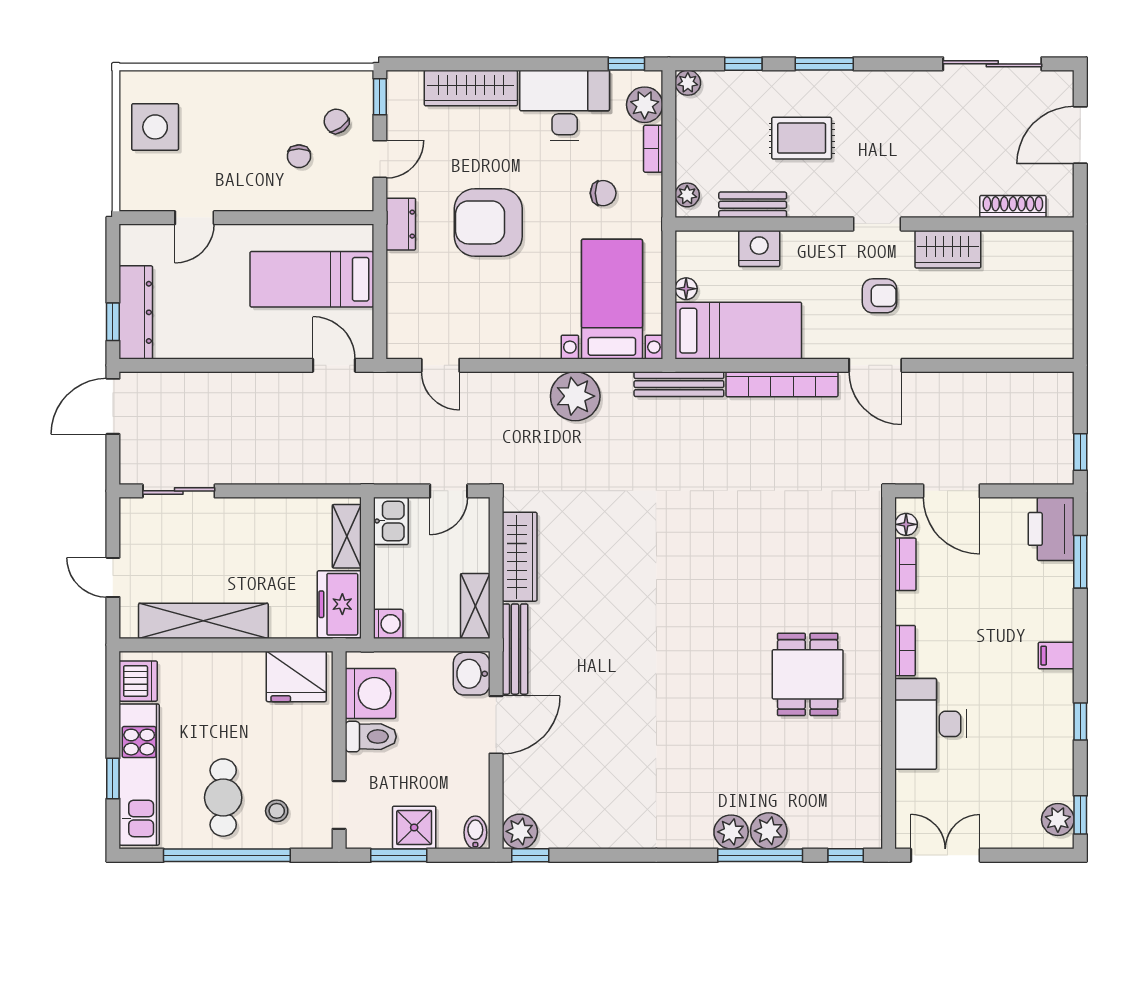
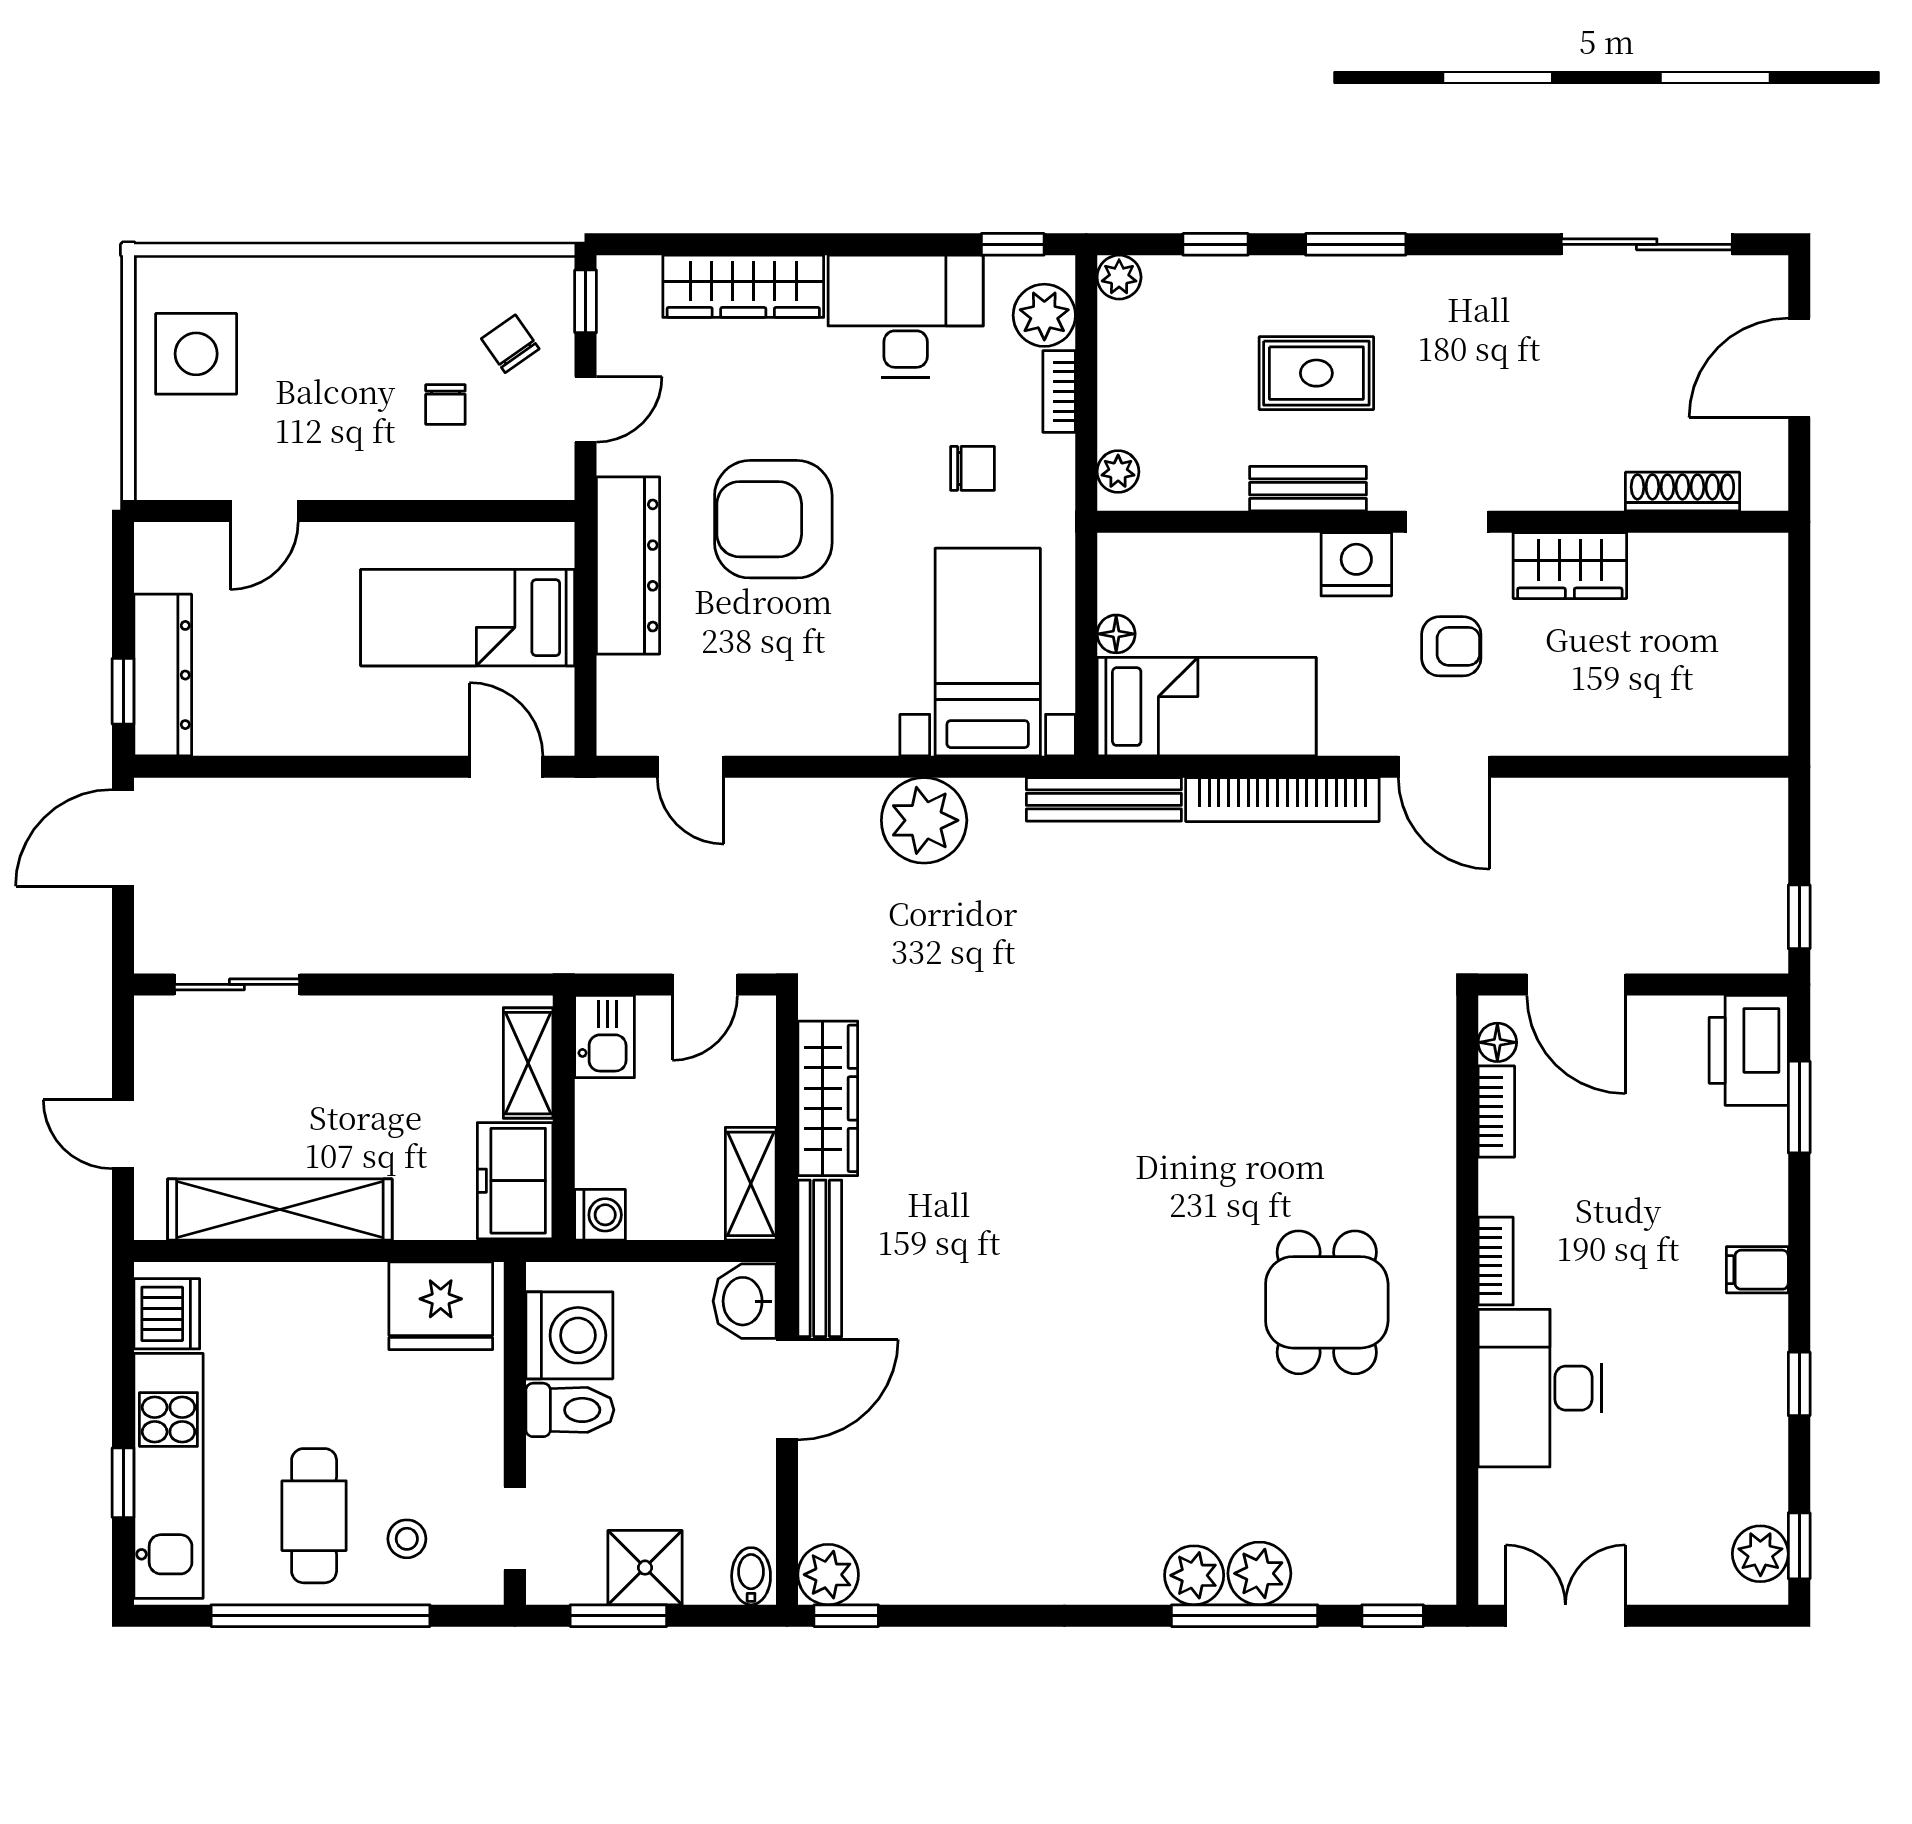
bench: (753, 205) -> (1308, 489), moved
dresser: (401, 224) -> (628, 565), width x1.96, depth x1.24
nightstand: (759, 248) -> (1356, 564), moved

